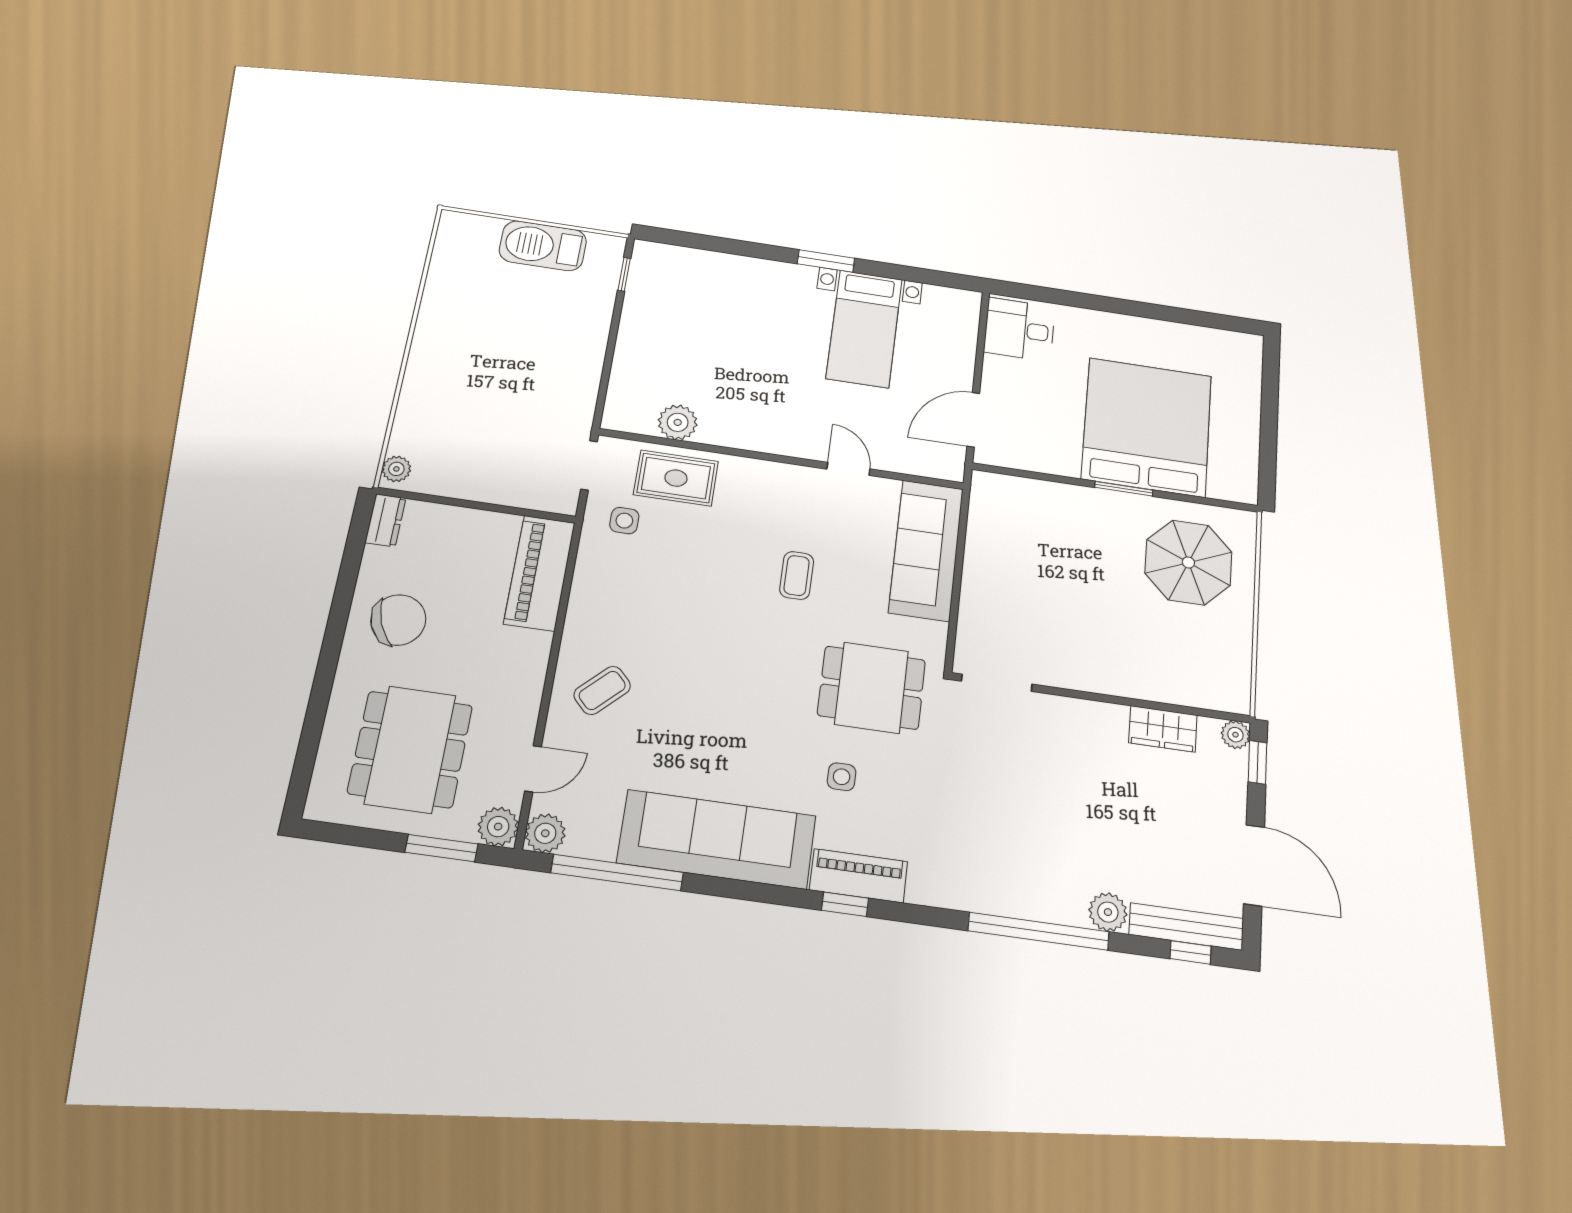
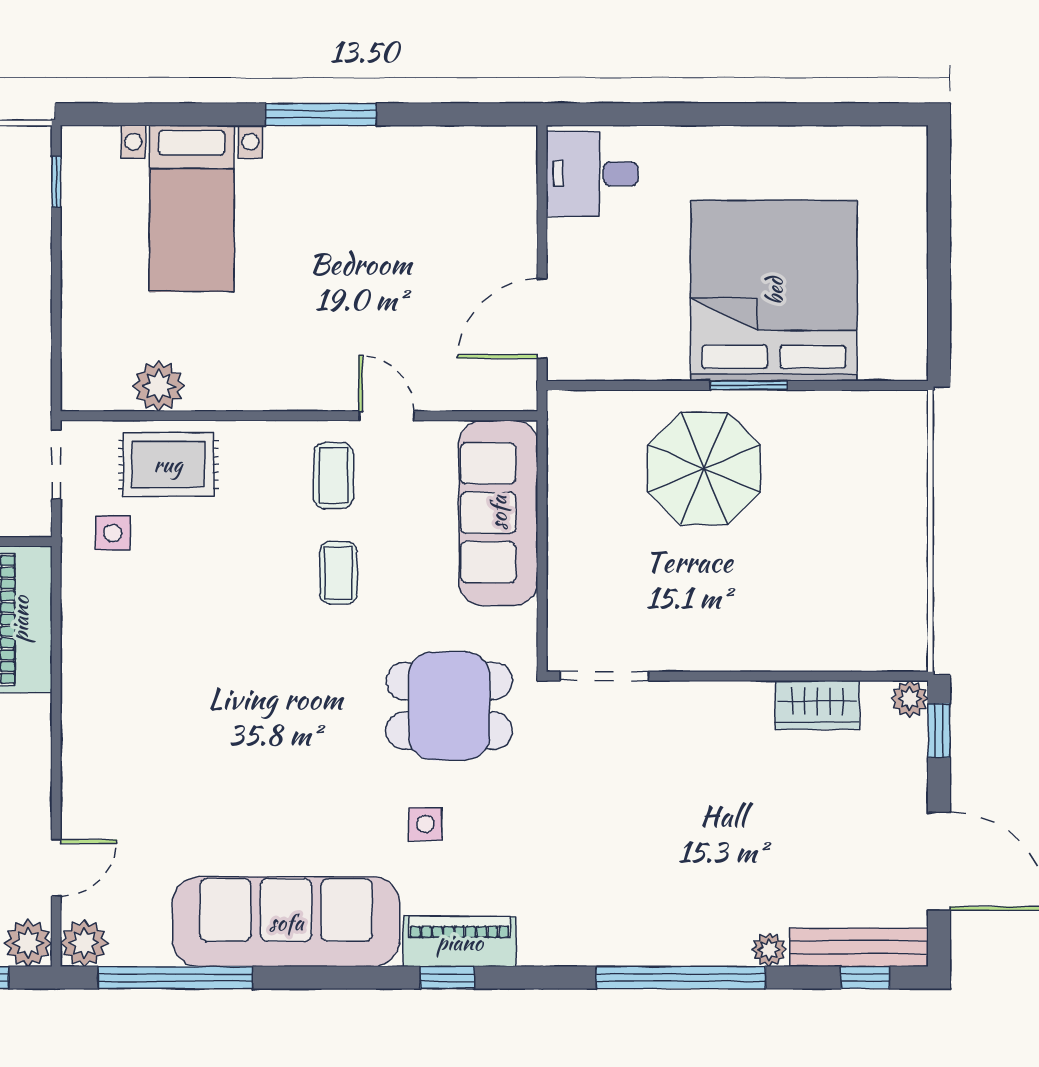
window: (826, 261) -> (321, 114), width x1.44
bed with nightstands: (864, 329) -> (192, 208), moved
parasol: (1188, 562) -> (704, 469), moved
coffee table: (602, 690) -> (333, 476), moved, turned -46
plant: (1108, 912) -> (769, 950), width x0.73, depth x0.73

